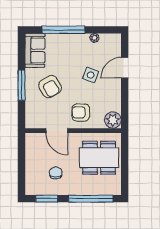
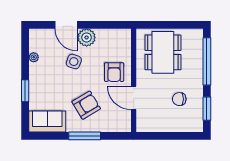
window: (63, 30) -> (25, 91), width x0.47
plant: (113, 120) -> (87, 37), moved
door: (57, 131) -> (134, 98), swing flipped

